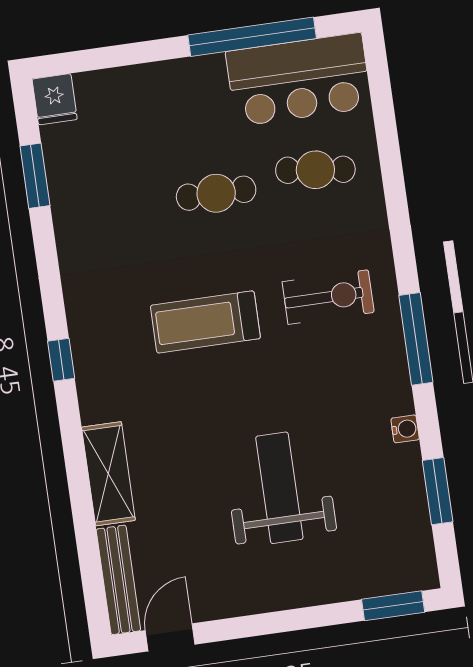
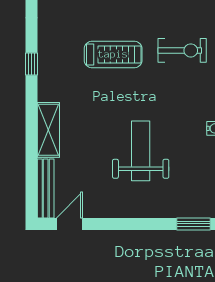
treadmill: (205, 322) -> (113, 54), turned 180

